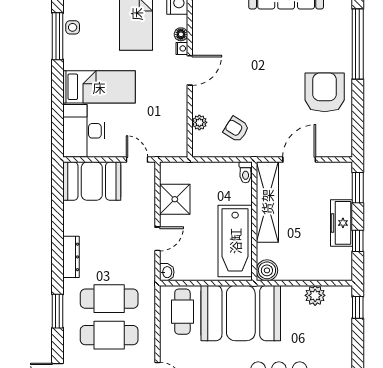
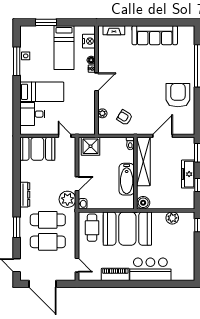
desk: (84, 131) -> (32, 114), width x0.73
shower: (175, 199) -> (91, 146), moved
bathtub: (235, 241) -> (127, 179), width x0.73, depth x0.73
plant: (142, 265) -> (67, 199), added

